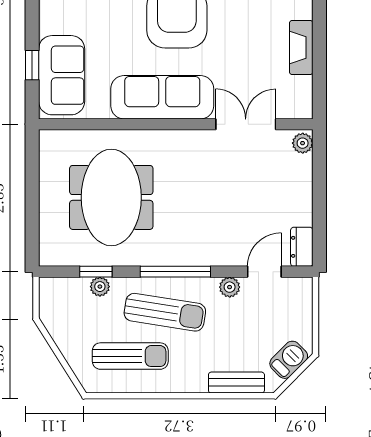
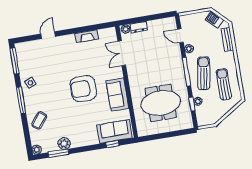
sofa: (162, 97) -> (117, 95), width x0.73
dresser: (302, 247) -> (139, 27), moved

